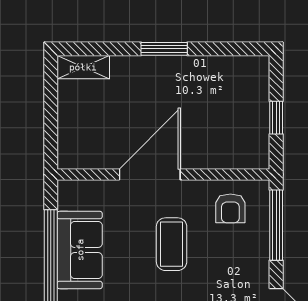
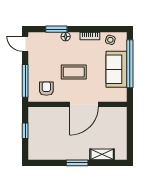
shelving: (83, 67) -> (102, 154), moved
coffee table: (172, 244) -> (74, 72), turned 90

